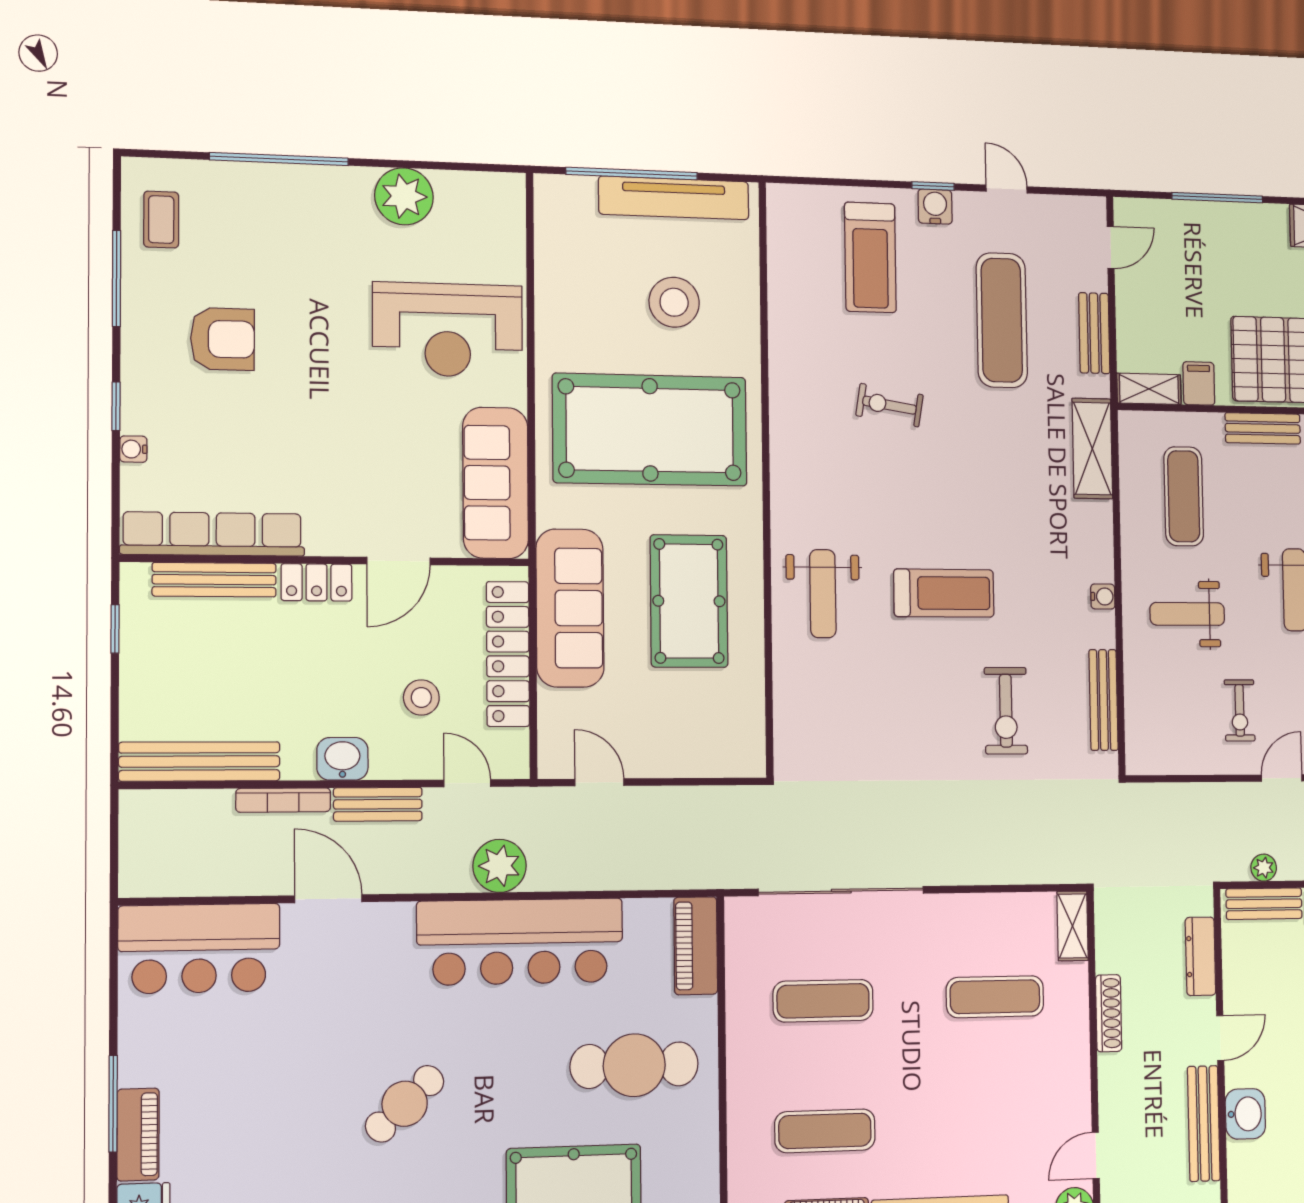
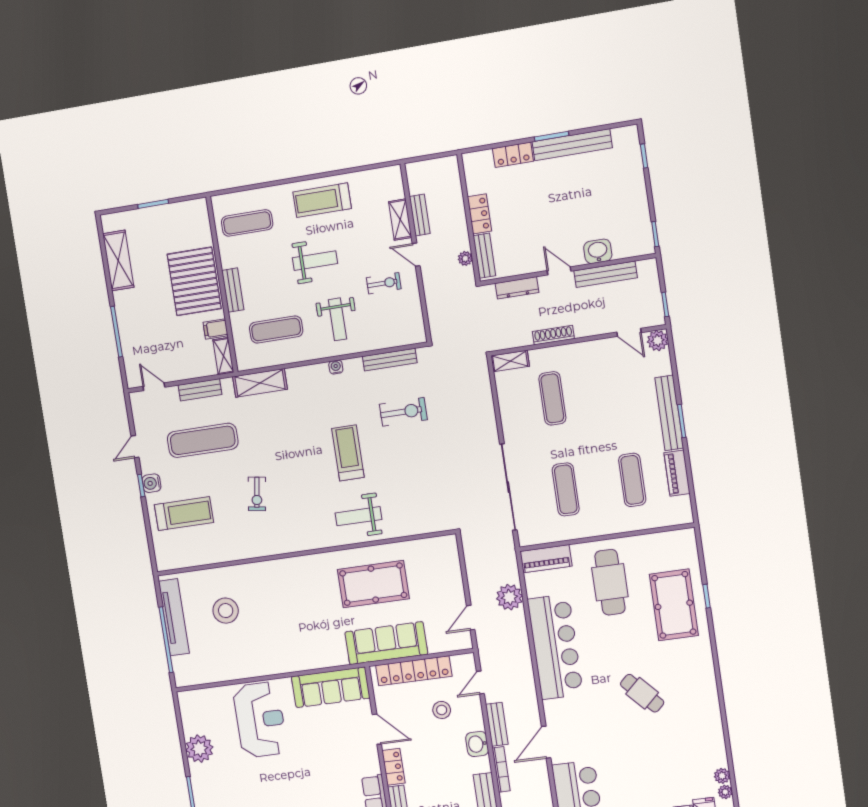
pool table: (650, 430) -> (291, 615), removed
weight bench: (823, 594) -> (358, 516), turned 180
plant: (500, 866) -> (509, 597), moved

